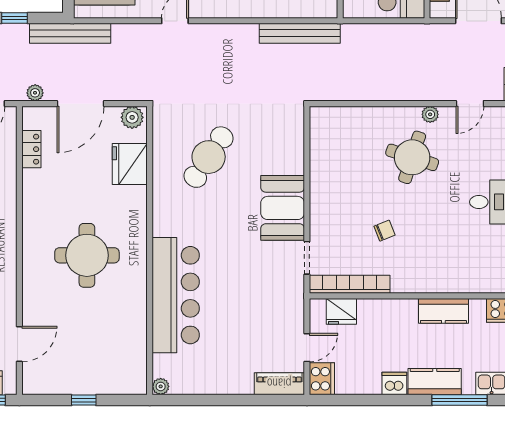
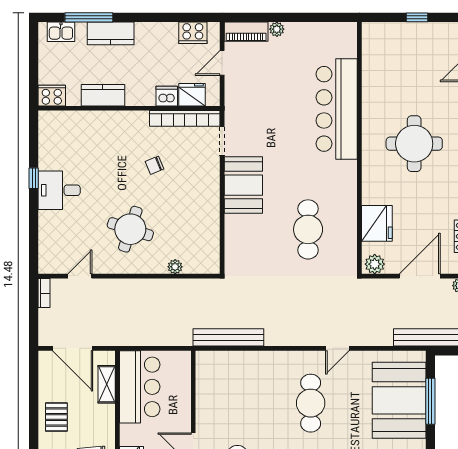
plant: (430, 114) -> (175, 267), moved
cafe table: (209, 157) -> (308, 229), turned -34
cooker: (322, 379) -> (193, 33), moved, turned -90
dishwasher: (394, 383) -> (167, 96), moved, turned 180
plant: (161, 386) -> (277, 29), moved

